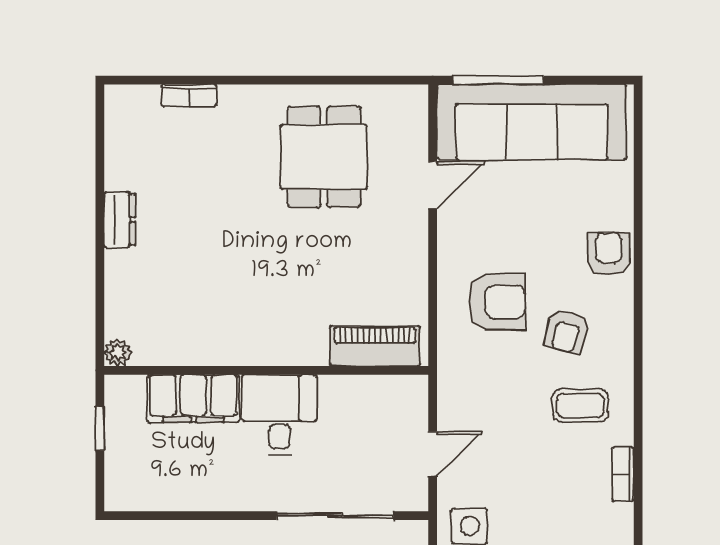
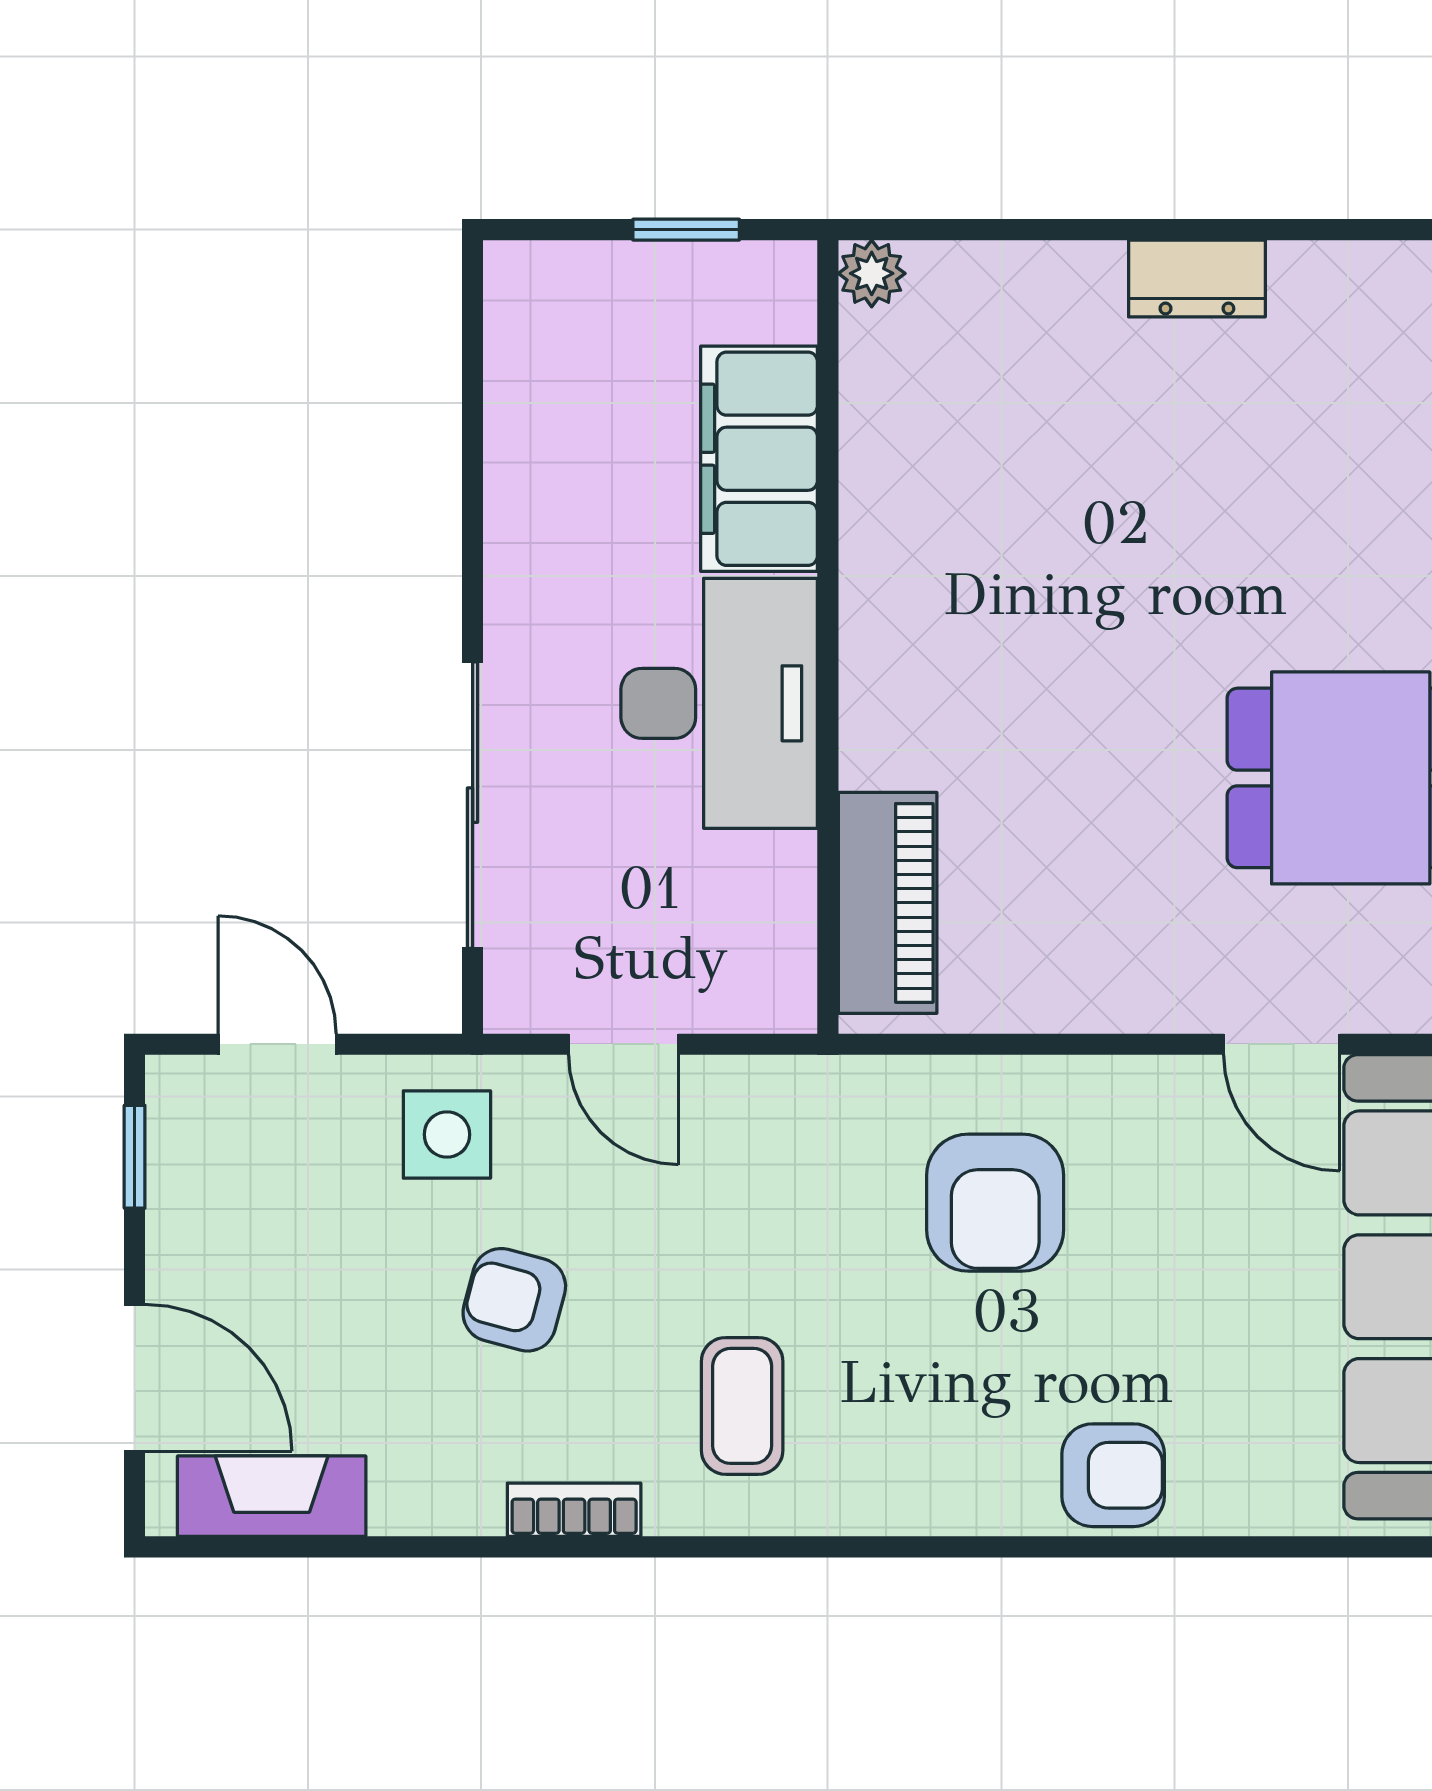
armchair: (567, 331) -> (514, 1300), moved
desk: (279, 415) -> (719, 703), width x1.37

